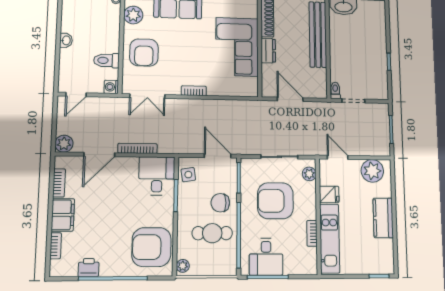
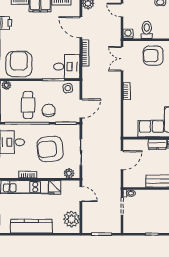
door: (338, 157) -> (81, 194), hinge flipped
armchair: (275, 201) -> (50, 149), turned -96
kitchen counter: (383, 218) -> (32, 226), width x1.50

